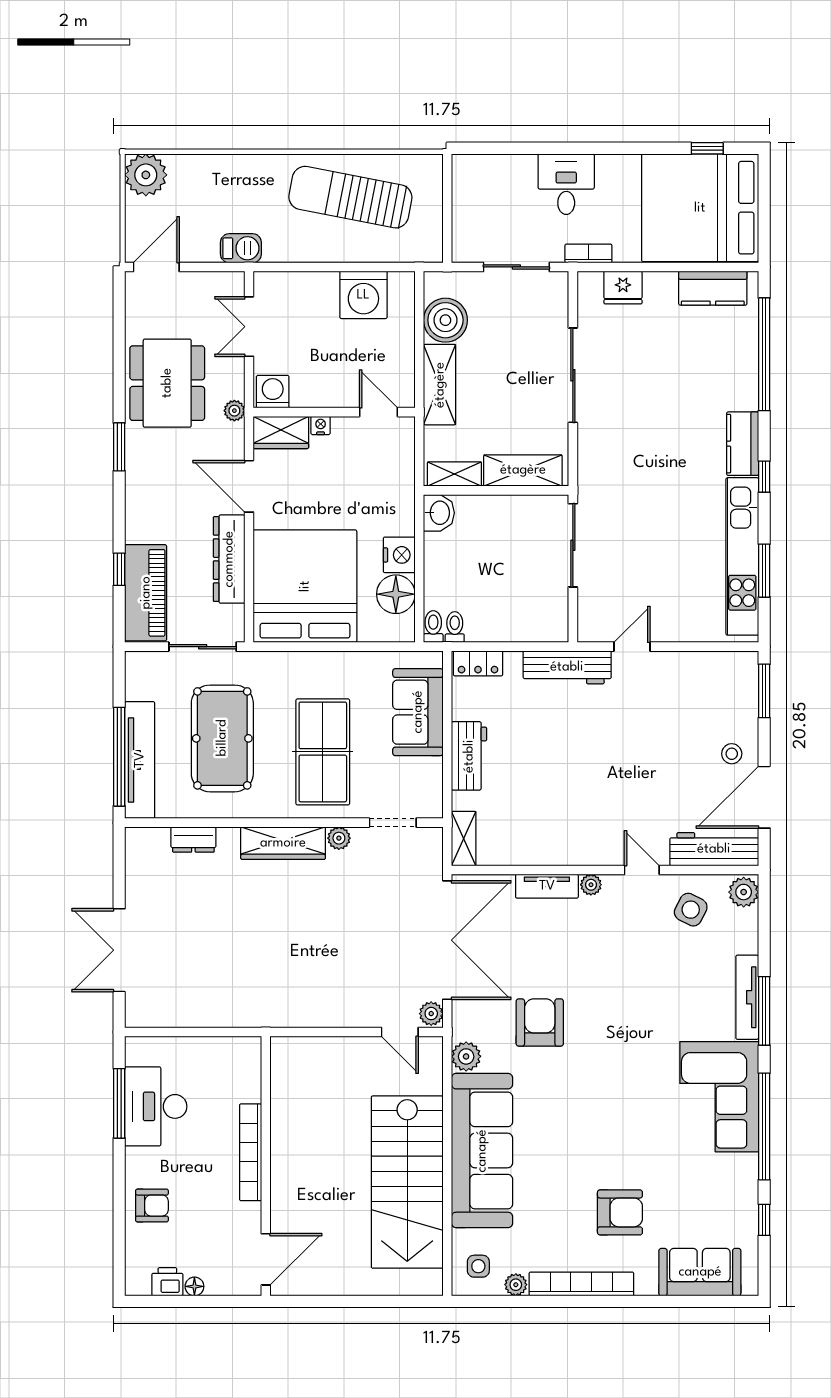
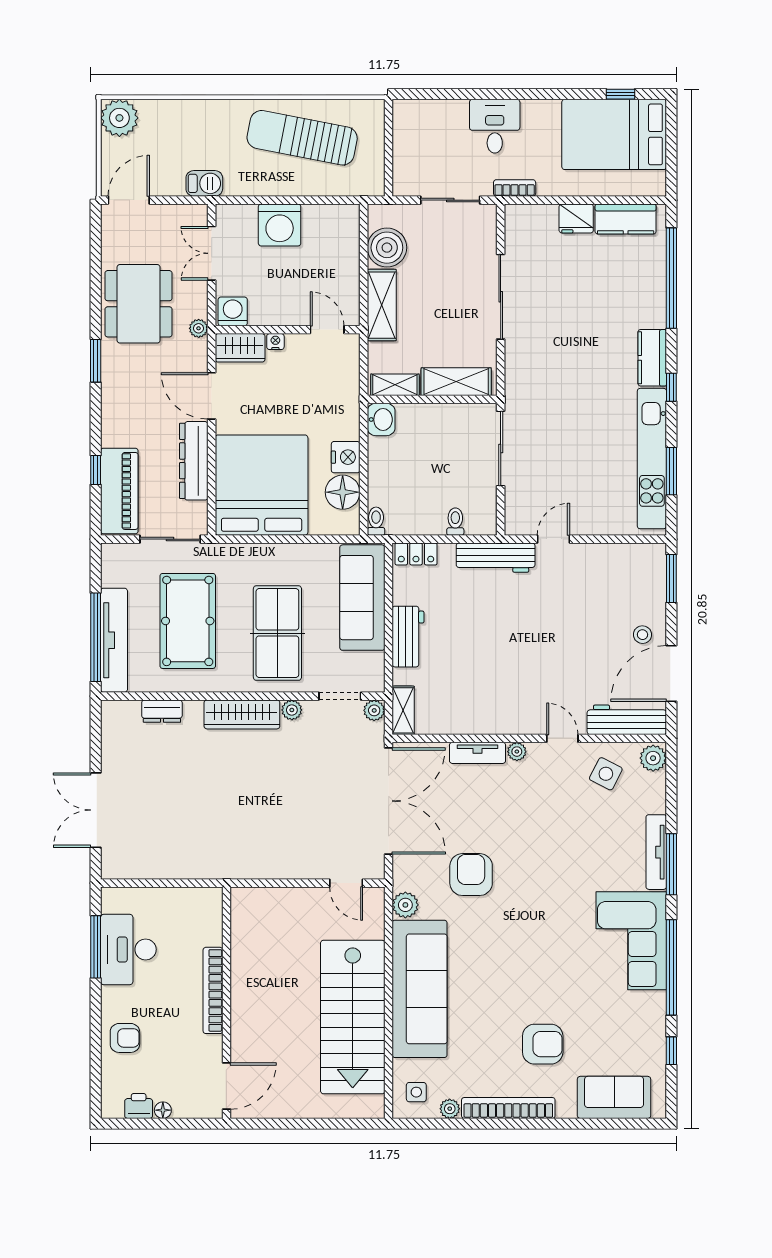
bed: (700, 208) -> (614, 134), width x0.73
fridge: (623, 288) -> (576, 218), moved
washing machine: (363, 295) -> (280, 225), moved
toilet: (455, 627) -> (455, 522), moved
sofa: (418, 712) -> (362, 598), width x1.36
plant: (431, 1014) -> (374, 710), moved

